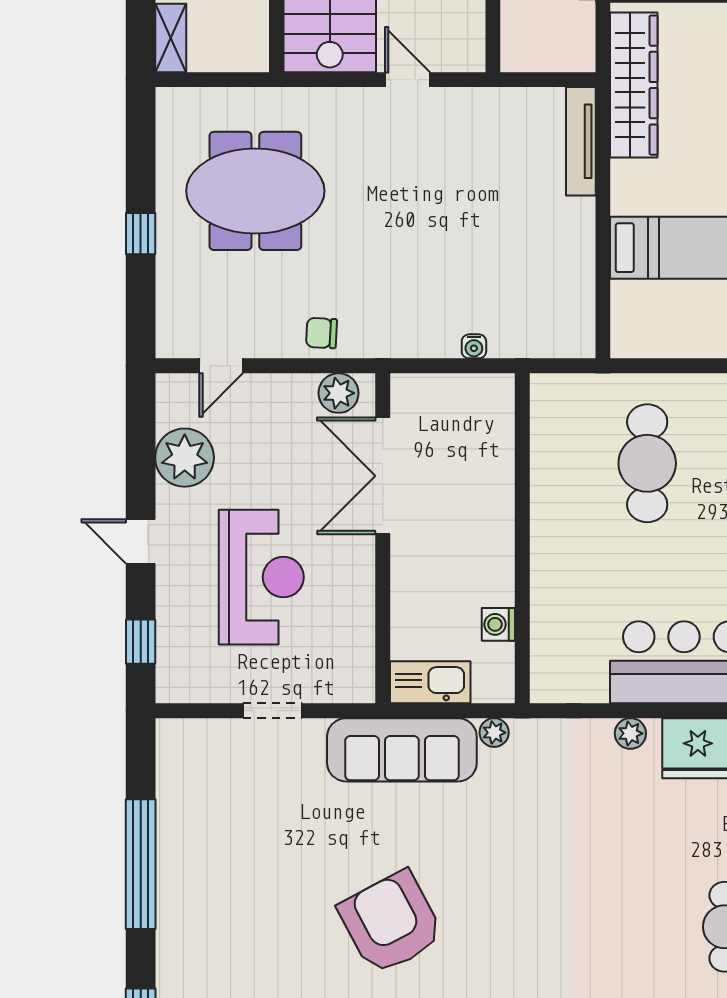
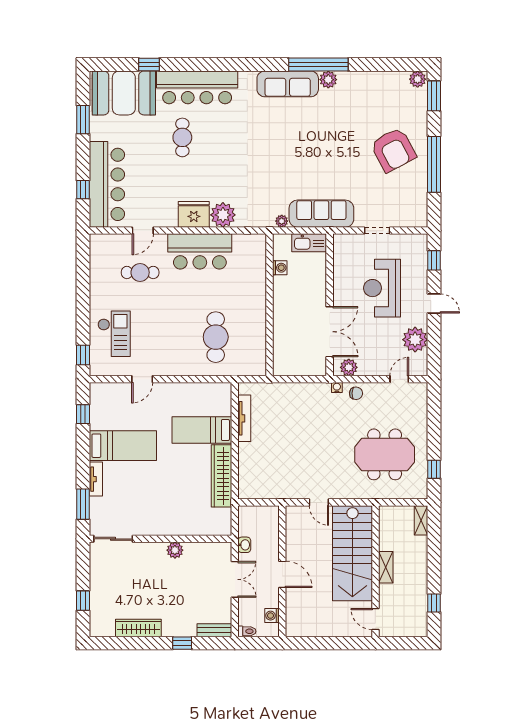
wardrobe: (634, 85) -> (222, 476), moved
tv unit: (581, 141) -> (244, 418), moved
window: (141, 234) -> (434, 469), moved
water cooler: (474, 346) -> (337, 387), moved
plant: (630, 733) -> (223, 215), width x1.88, depth x1.88
armchair: (391, 923) -> (393, 150), moved

